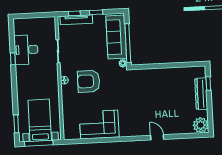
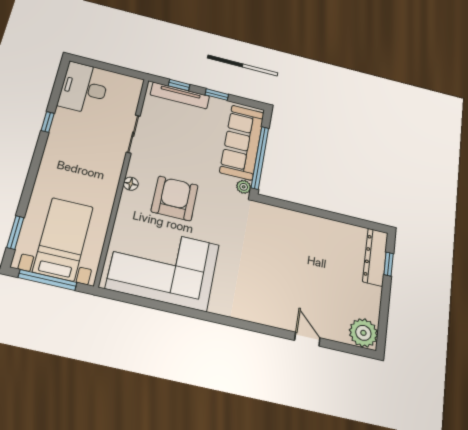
desk: (26, 50) -> (84, 88), moved
armchair: (89, 81) -> (175, 198), turned 90
dresser: (201, 94) -> (375, 257), moved
corner sofa: (99, 124) -> (163, 266), width x1.36, depth x1.36
door: (157, 137) -> (307, 339), moved

